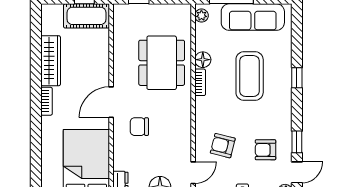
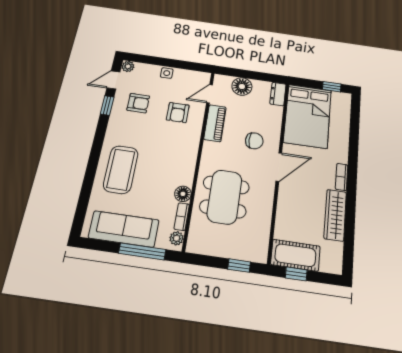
coffee table: (250, 76) -> (121, 170), moved
window: (297, 78) -> (93, 163), removed
bookcase: (200, 82) -> (182, 217), moved
piano: (182, 140) -> (215, 123), added
armchair: (223, 146) -> (178, 113), turned 76

